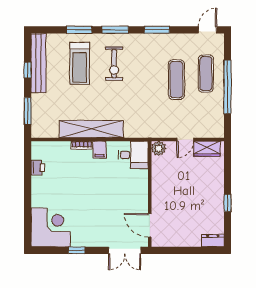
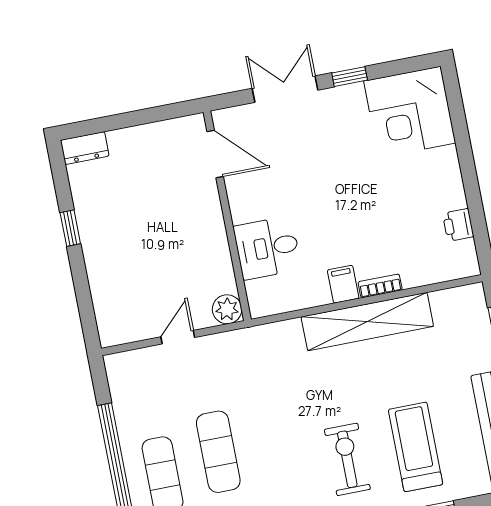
wardrobe: (207, 149) -> (132, 327), removed
desk: (133, 155) -> (267, 248), moved
double door: (125, 250) -> (285, 89), moved

